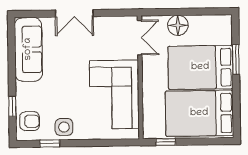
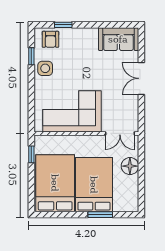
sofa: (28, 49) -> (118, 39), width x0.73

